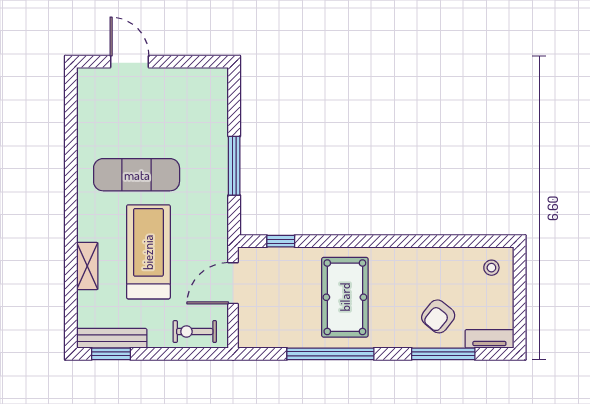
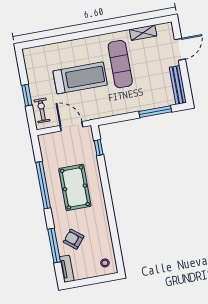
window: (234, 166) -> (155, 112), moved
shelving: (87, 266) -> (143, 33), moved
pool table: (345, 297) -> (75, 187), turned 90
bench: (112, 338) -> (178, 85), moved
window: (111, 354) -> (27, 95), moved

